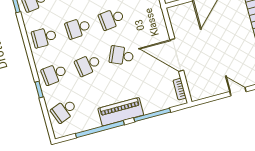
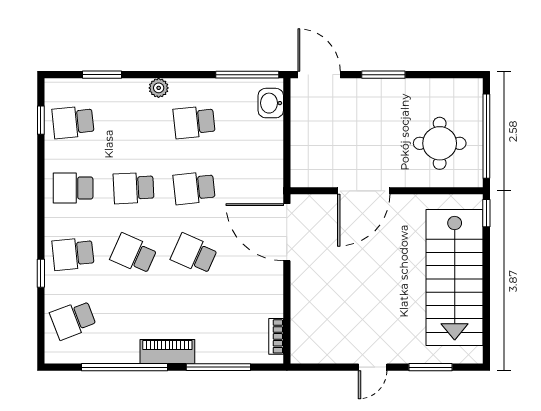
door: (177, 55) -> (287, 232), moved
school desk: (88, 65) -> (134, 254), turned 33
door: (238, 92) -> (373, 367), swing flipped
piano: (121, 112) -> (167, 352), width x0.73, depth x0.75

